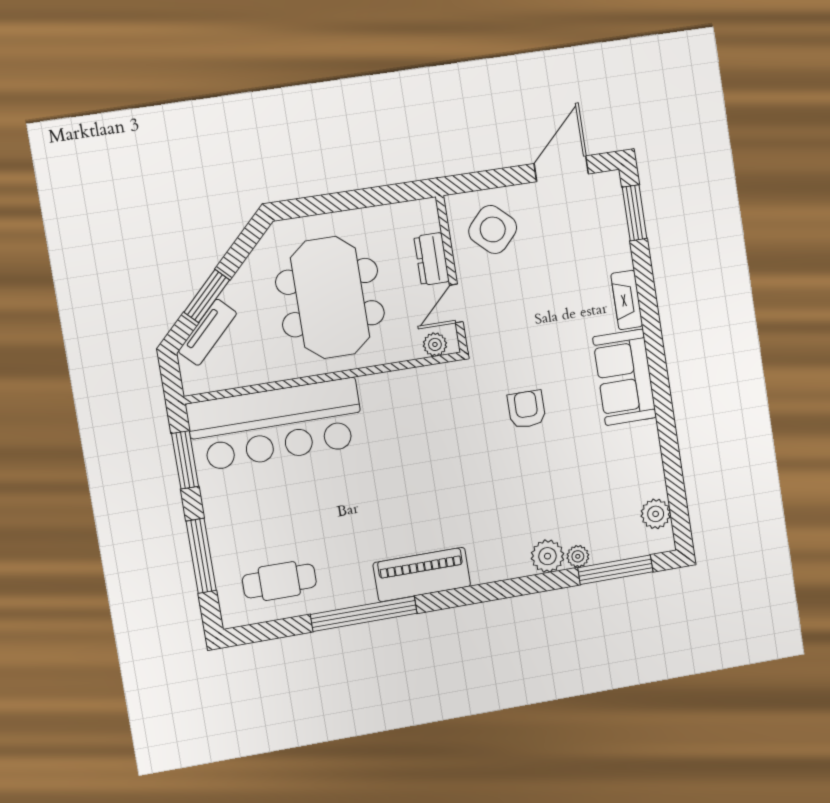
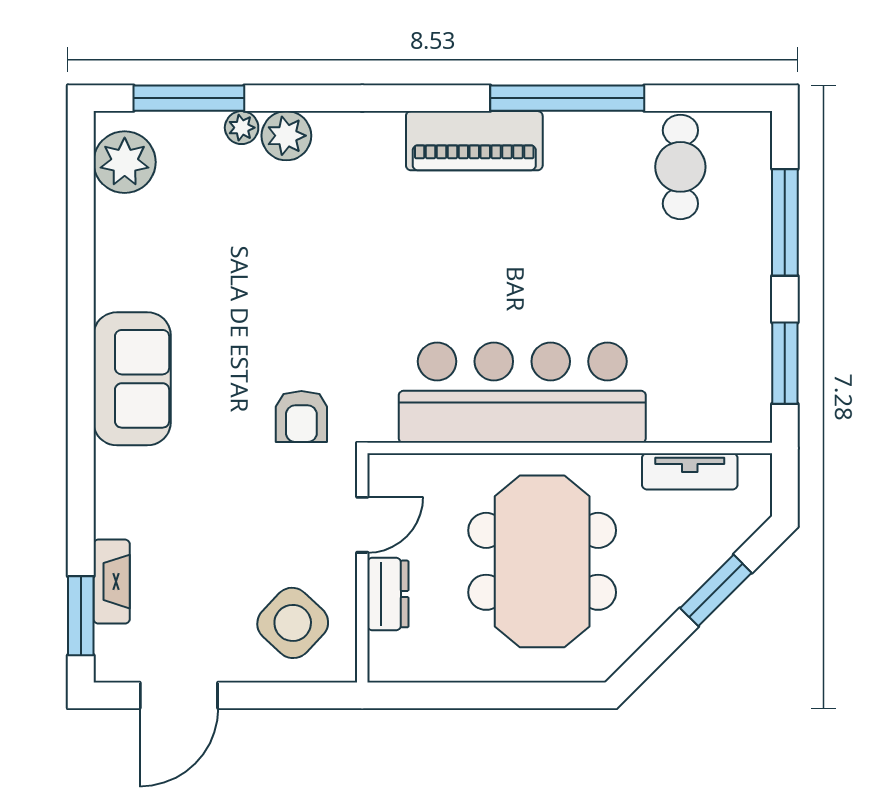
fireplace: (627, 300) -> (112, 582), moved
tv unit: (208, 332) -> (690, 471), moved, turned -135
plant: (435, 344) -> (402, 471), removed
armchair: (526, 409) -> (301, 416), moved
bar counter: (276, 424) -> (522, 393), moved
plant: (656, 514) -> (125, 162), width x1.36, depth x1.36
cafe table: (279, 581) -> (680, 167), turned 90

